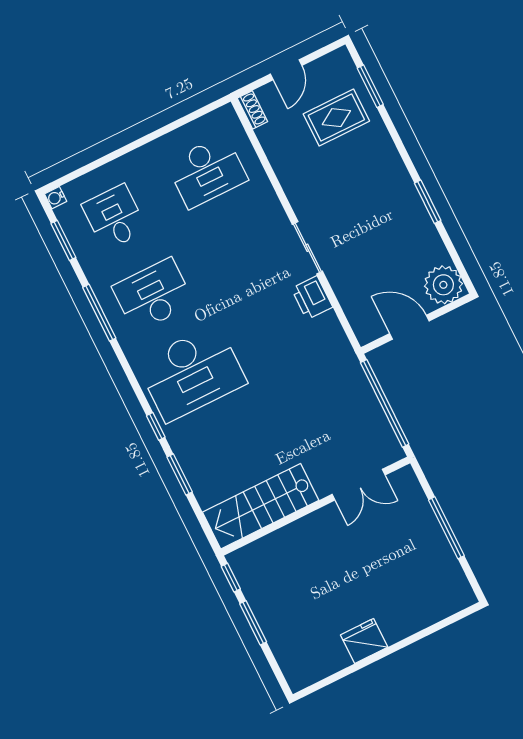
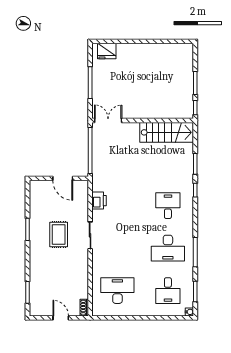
door: (286, 70) -> (61, 318), hinge flipped
rug: (336, 118) -> (59, 235), moved, turned 90
plant: (443, 285) -> (39, 190), removed
printer: (312, 298) -> (99, 201), moved
desk: (192, 373) -> (168, 206), width x0.53, depth x0.77
double door: (359, 485) -> (108, 121), moved
fridge: (364, 641) -> (107, 51), moved

